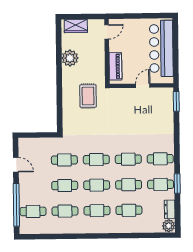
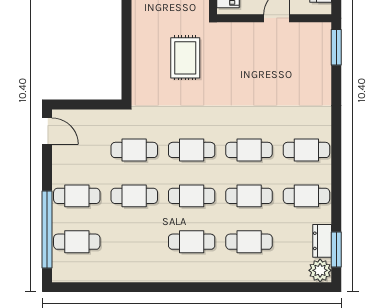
rug: (88, 96) -> (185, 58), moved
door: (16, 165) -> (47, 131), moved
window: (177, 184) -> (336, 249), moved
cafe table: (65, 211) -> (77, 196), moved

